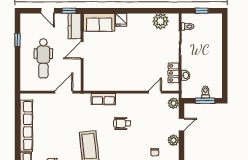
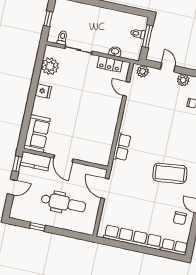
fridge: (121, 20) -> (43, 91), moved
wheelchair: (122, 123) -> (153, 132), removed

